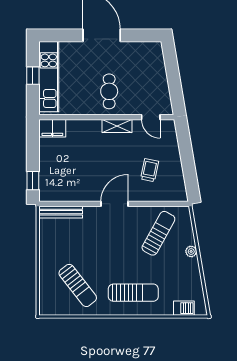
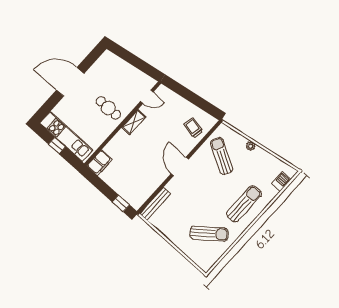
trolley: (150, 170) -> (193, 128), moved

